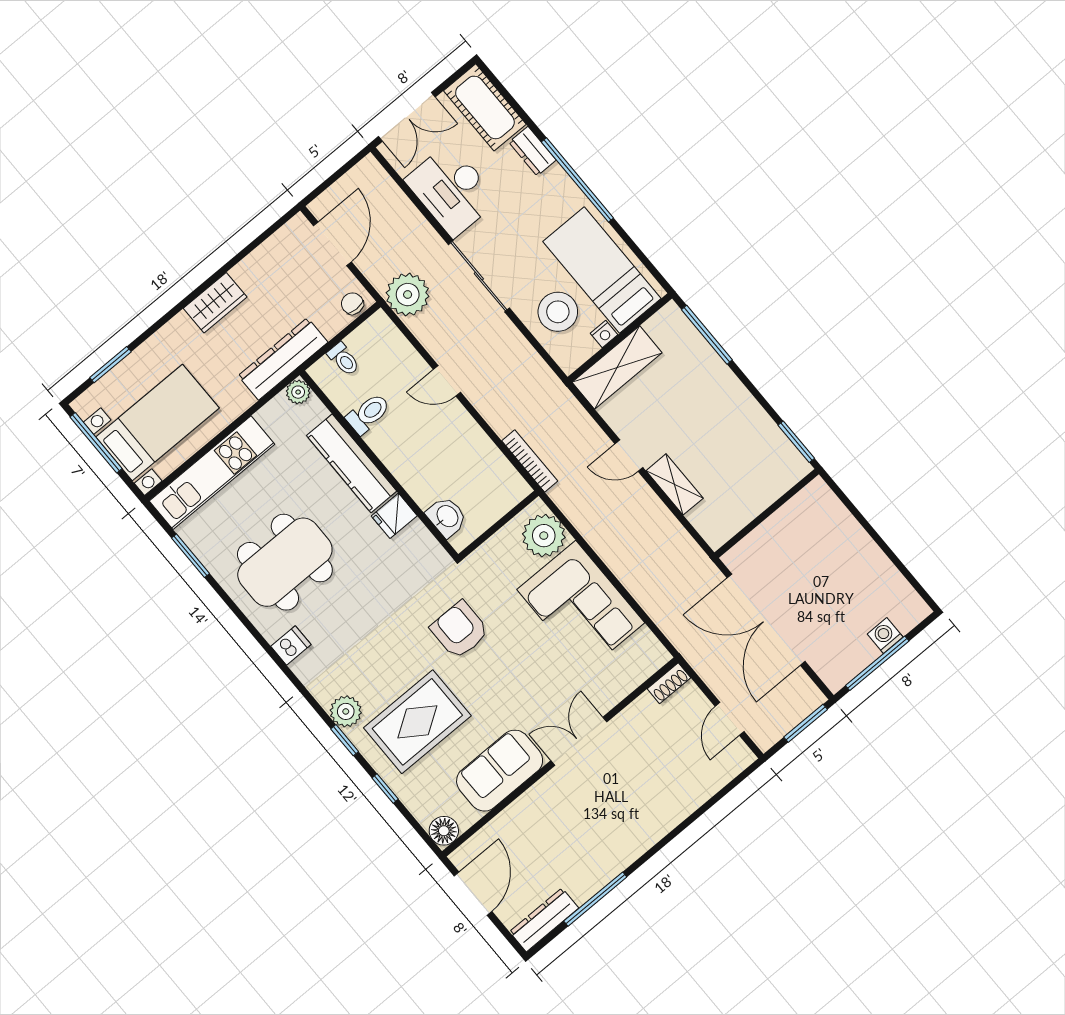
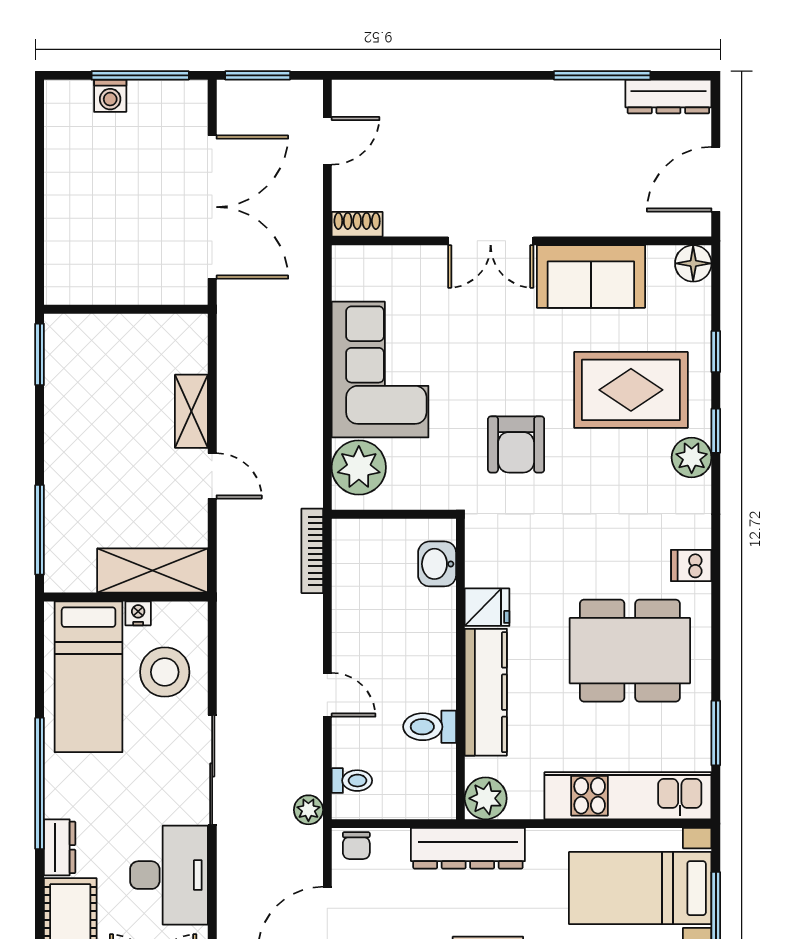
plant: (408, 295) -> (308, 810), width x0.53, depth x0.53
toilet: (344, 359) -> (352, 781), moved, turned 90
plant: (298, 392) -> (486, 798), width x1.38, depth x1.38

